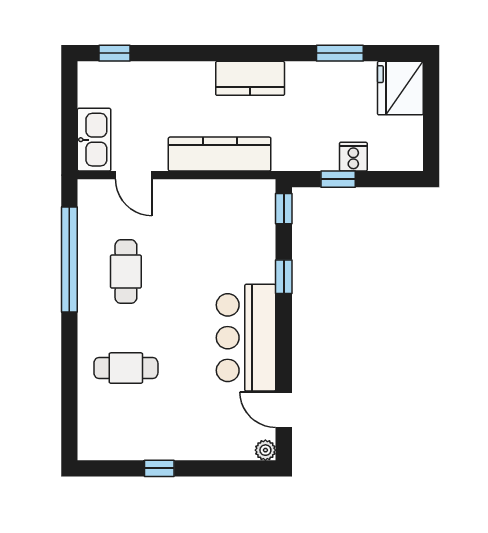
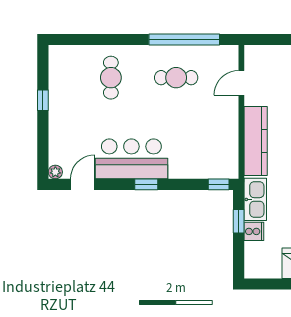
kitchen sink: (94, 140) -> (255, 199), moved, turned -90
window: (284, 277) -> (146, 184), moved

